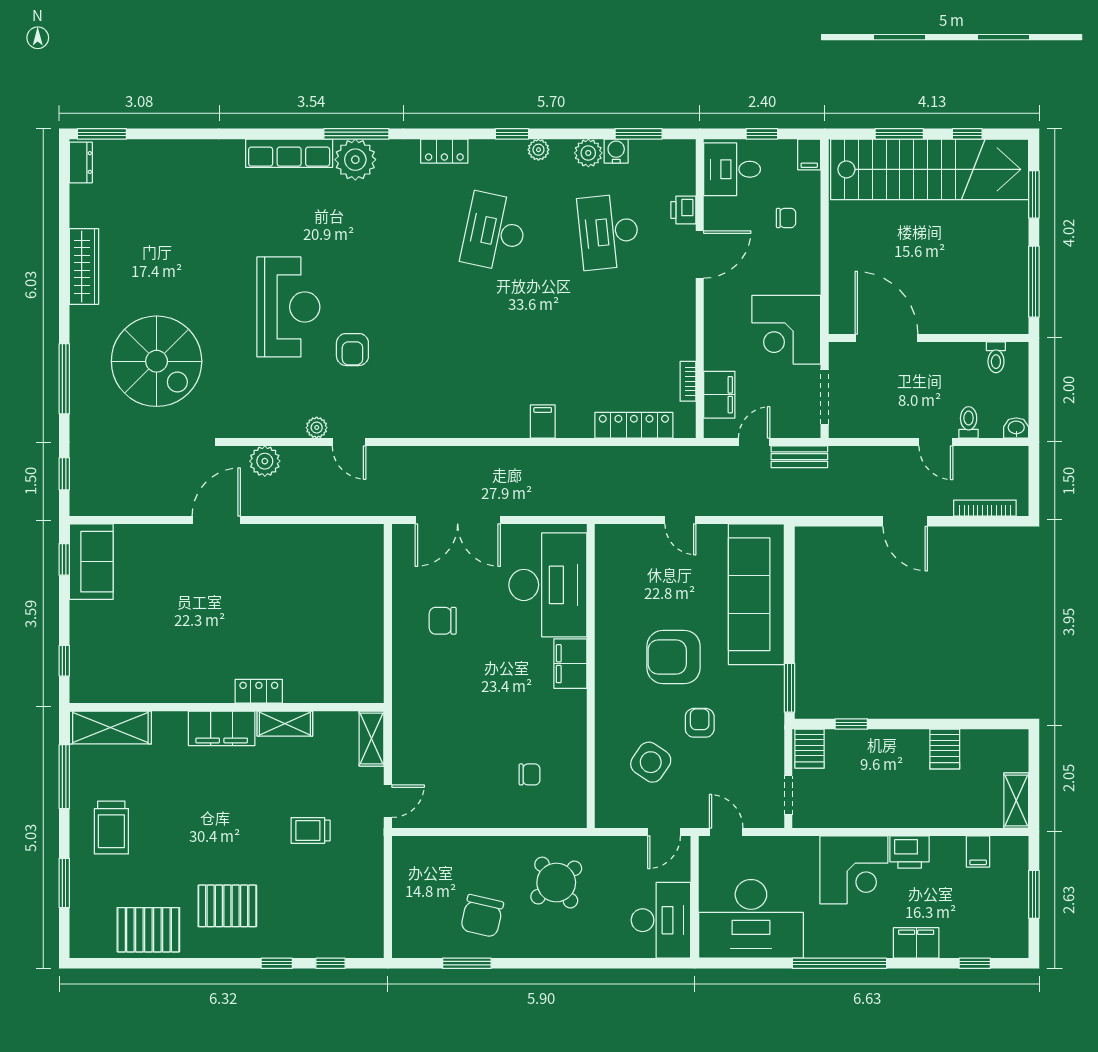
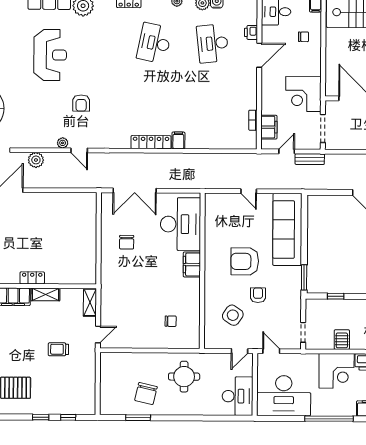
reception desk: (288, 307) -> (50, 55), moved
locker: (634, 425) -> (151, 142), moved
chair: (443, 621) -> (127, 242), turned -90
server rack: (810, 749) -> (342, 340), moved, turned 180
round table: (556, 883) -> (184, 377), turned 38

